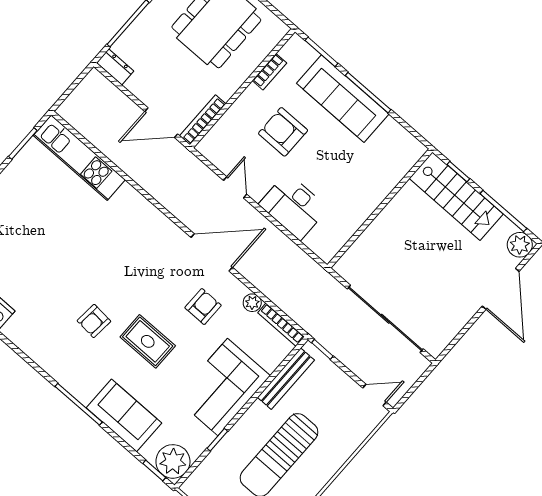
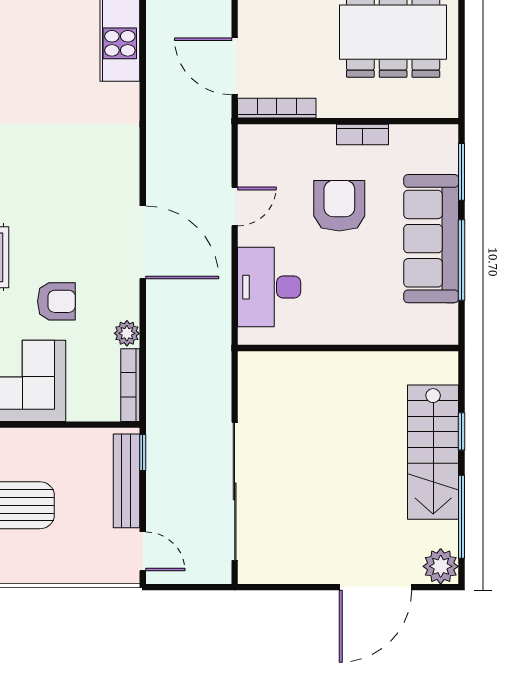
bookcase: (269, 72) -> (363, 135), moved
wall: (380, 208) -> (348, 348), moved
armchair: (203, 307) -> (56, 301), moved
bench: (286, 379) -> (126, 481), moved, turned 90

